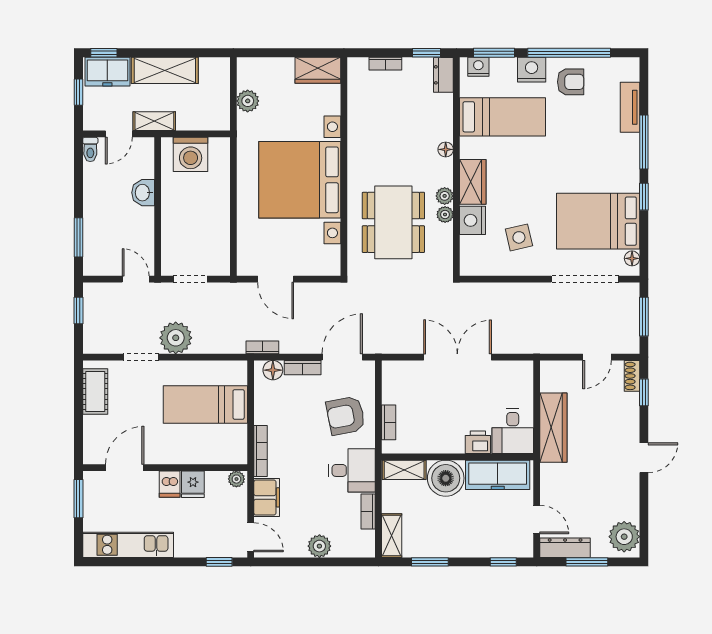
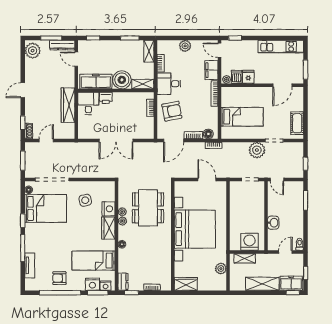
nightstand: (532, 70) -> (92, 284), moved
shelving: (154, 121) -> (245, 258), moved
dishwasher: (170, 484) -> (237, 77), moved

